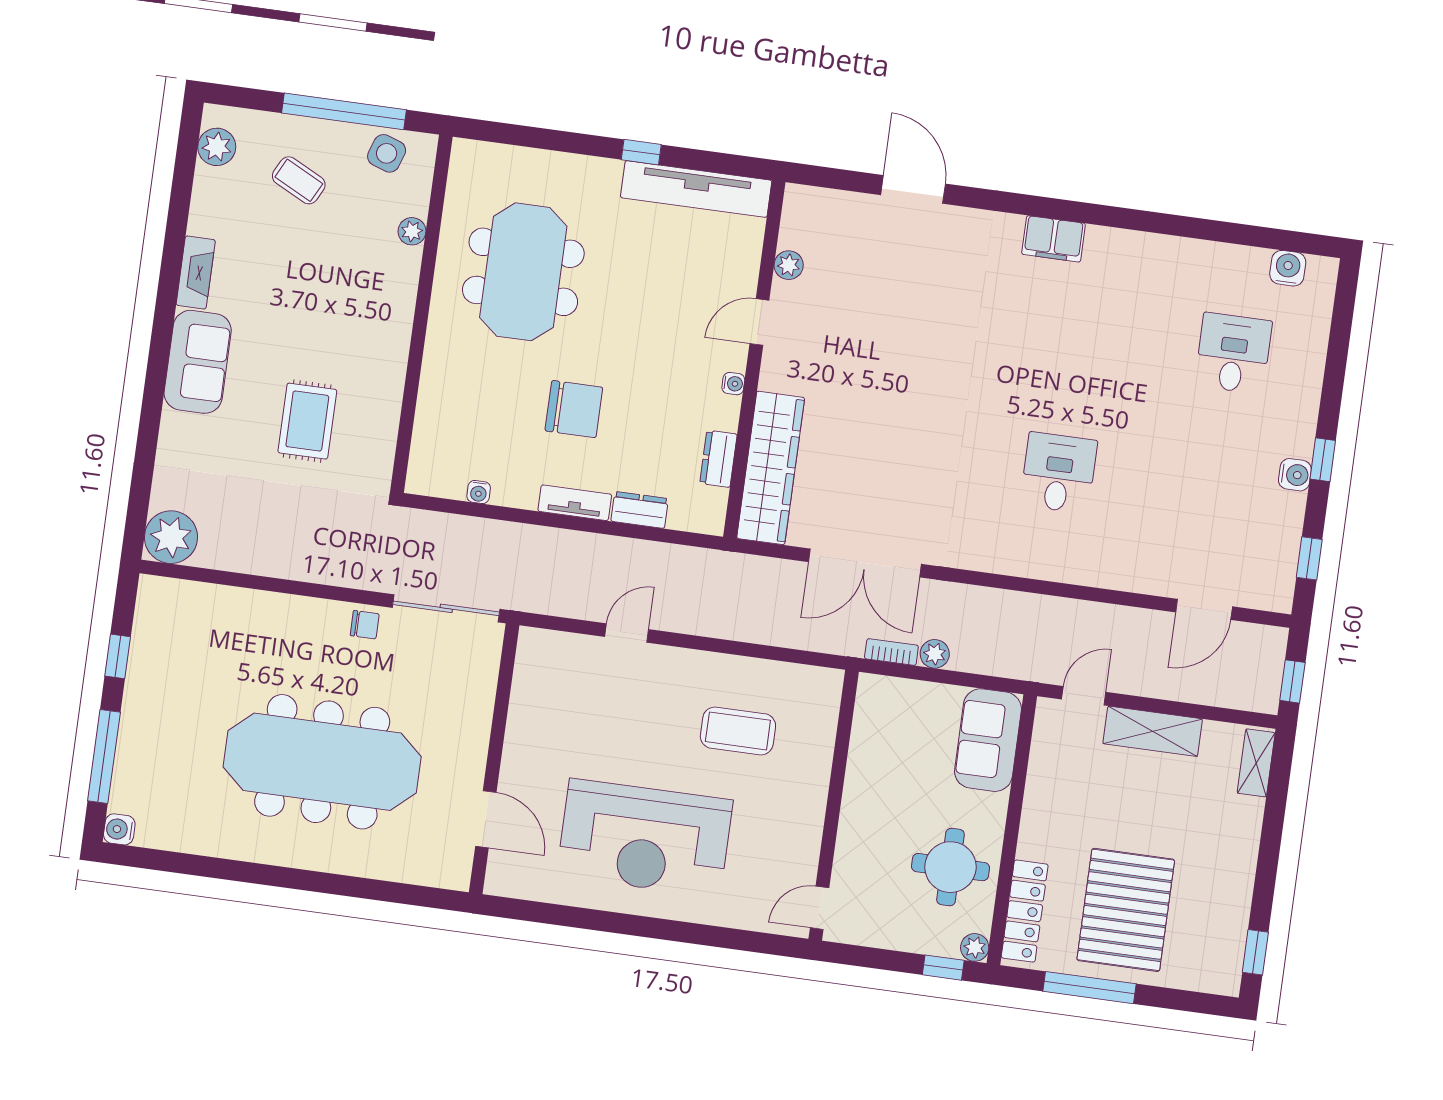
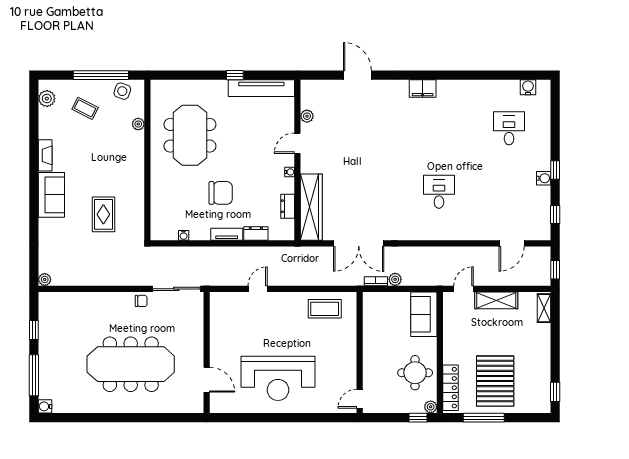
plant: (171, 537) -> (45, 279), width x0.53, depth x0.53
coffee table: (738, 731) -> (325, 309), moved

